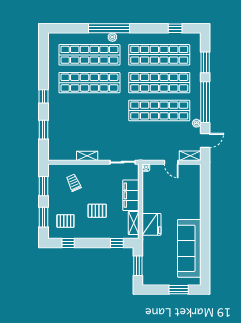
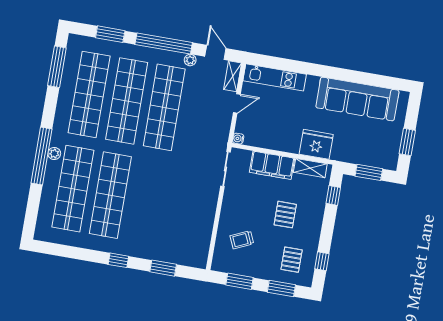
window: (175, 28) -> (57, 67), width x2.17
shelving: (87, 156) -> (209, 215), removed
kitchen unit: (194, 186) -> (275, 77), added
window: (179, 290) -> (407, 142), moved

